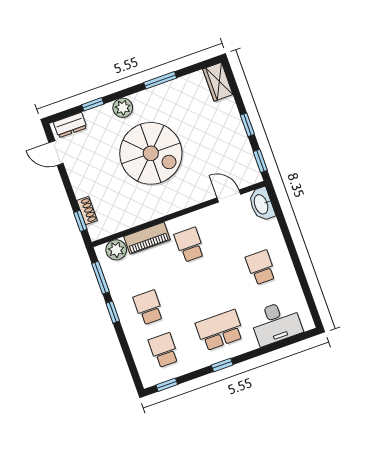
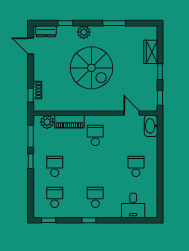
wardrobe: (218, 82) -> (151, 52), moved
desk: (276, 323) -> (133, 205), width x0.73
school desk: (220, 330) -> (95, 197), width x0.54

